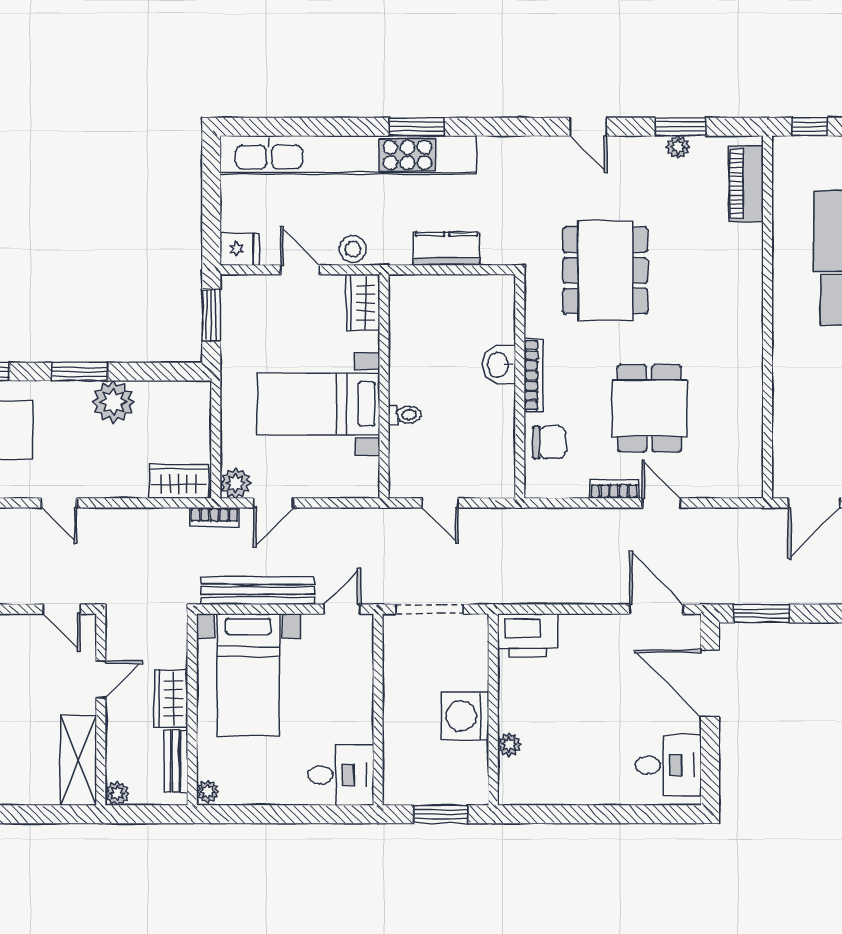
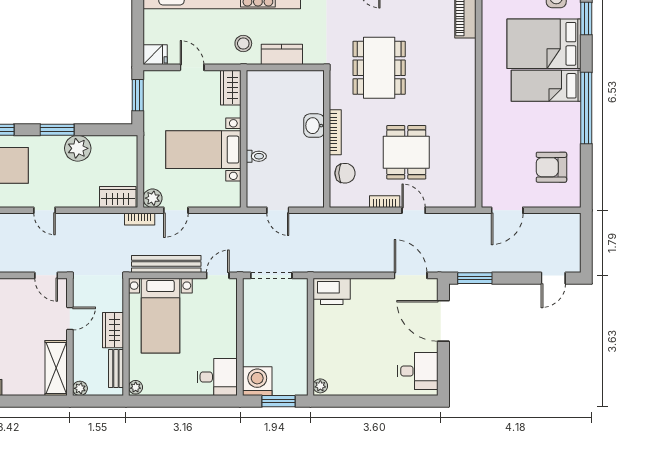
stool: (353, 249) -> (243, 43), moved
washing machine: (465, 716) -> (257, 381), moved, turned 90
plant: (509, 744) -> (320, 386), moved

